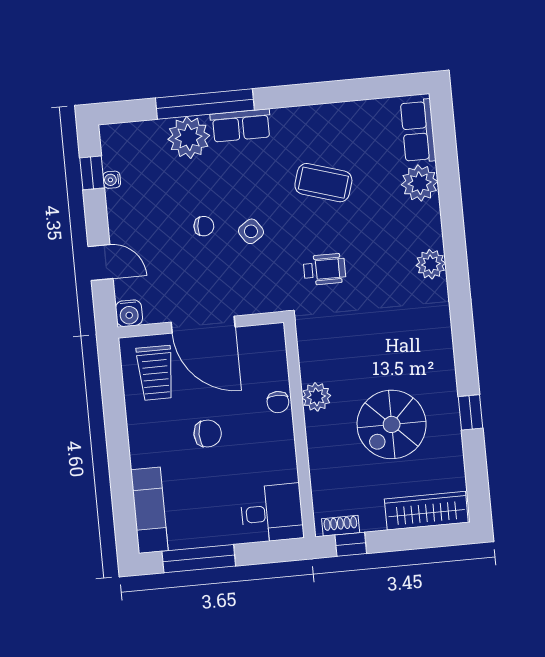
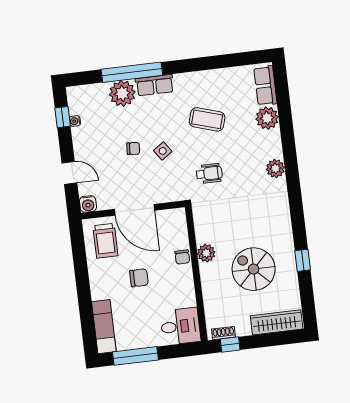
spiral stairs: (392, 424) -> (254, 269), turned 90

